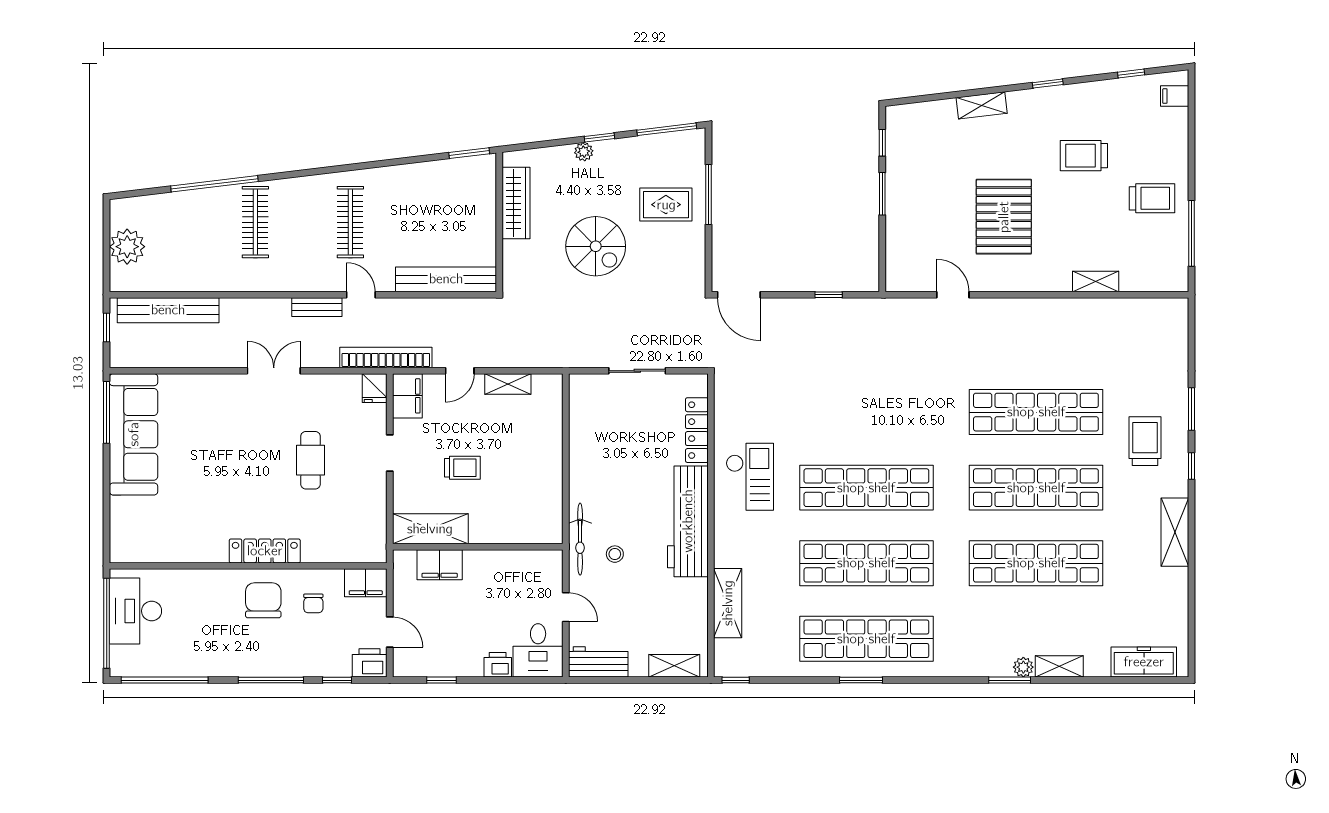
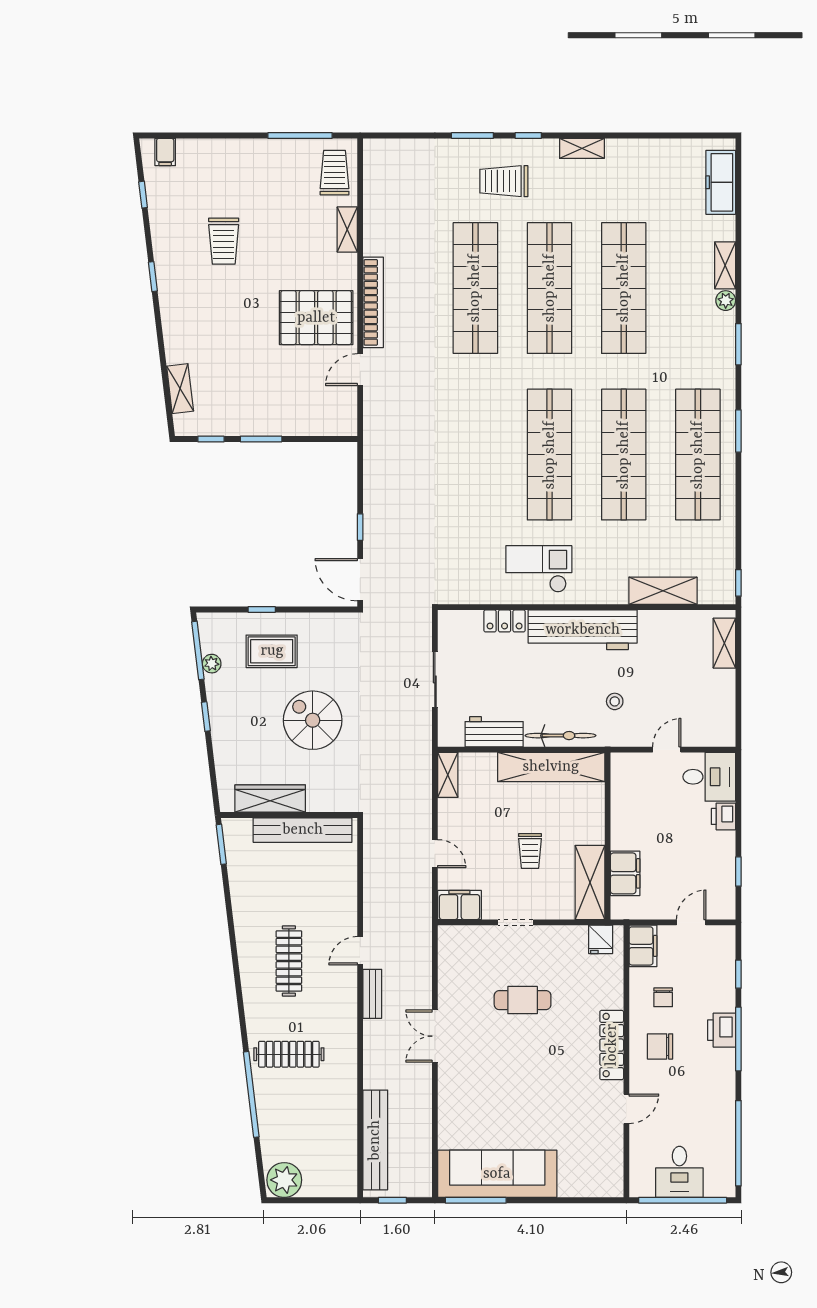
shelving: (982, 105) -> (180, 389), moved
plant: (584, 152) -> (212, 664), moved
window: (709, 194) -> (262, 609), width x0.46
trolley: (1152, 198) -> (335, 173), moved
rug: (666, 205) -> (272, 651), turned 90
pallet: (1004, 217) -> (316, 318), moved
clothes rail: (350, 222) -> (289, 961), turned 90
spiral stairs: (596, 246) -> (313, 720), turned -90
plant: (127, 247) -> (284, 1180), moved
bench: (446, 279) -> (303, 830), moved, turned 90
door: (739, 295) -> (360, 580), swing flipped
window: (829, 295) -> (360, 527), moved
bookcase: (386, 357) -> (373, 302), moved, turned 180
shelving: (508, 384) -> (448, 775), moved
fridge: (375, 388) -> (601, 939), moved, turned 90
locker: (697, 430) -> (505, 621), width x0.66
trolley: (462, 468) -> (530, 851), turned 180
shelving: (548, 489) -> (551, 767), added
shelving: (1175, 532) -> (582, 148), width x0.67, depth x0.75
bicycle: (580, 539) -> (561, 736), moved
door: (200, 566) -> (626, 1109), added
chair: (263, 600) -> (660, 1046), width x0.73, depth x0.73
chair: (313, 603) -> (663, 997), turned 90
desk: (135, 611) -> (679, 1172), width x0.73
workbench: (598, 662) -> (494, 732), moved, turned 90
printer: (370, 663) -> (722, 1030), moved
window: (861, 680) -> (738, 431), moved
window: (1010, 680) -> (738, 344), moved

